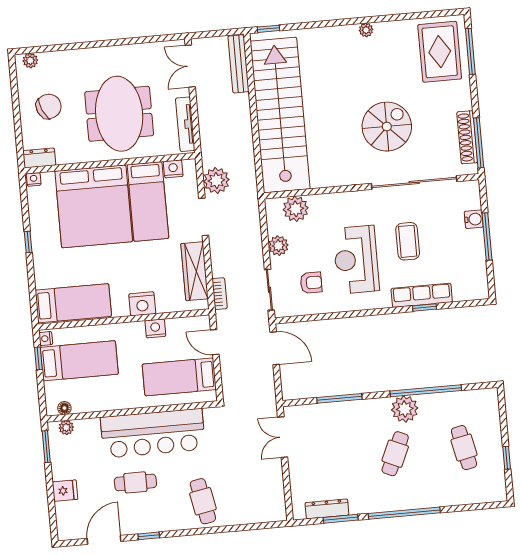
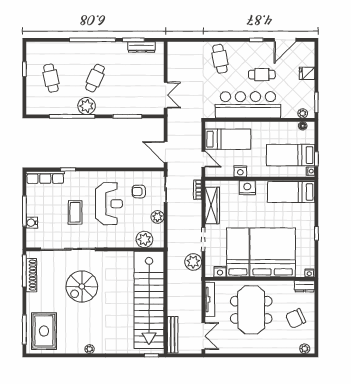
row of seats: (422, 295) -> (45, 177), moved

